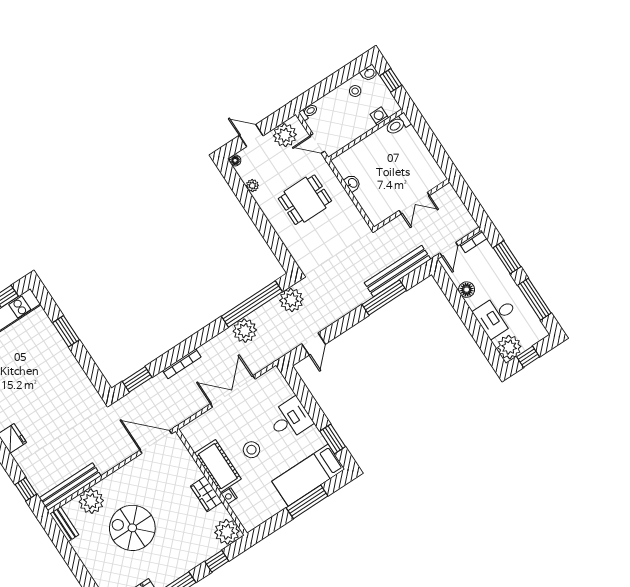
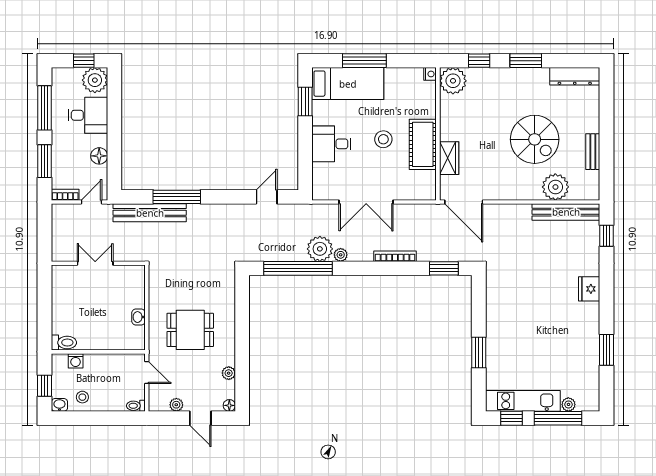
plant: (285, 135) -> (176, 405), width x0.53, depth x0.53
plant: (291, 300) -> (341, 255), moved, width x0.53, depth x0.53
wardrobe: (206, 494) -> (449, 158), moved
nightstand: (229, 496) -> (430, 74), moved
bench: (64, 524) -> (593, 152), moved

